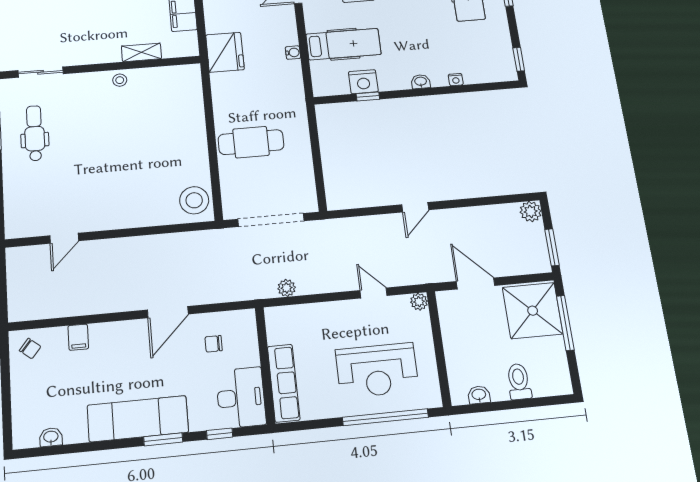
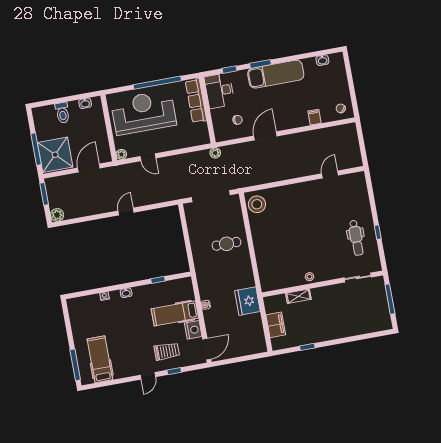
window: (519, 59) -> (66, 313), removed
nightstand: (363, 82) -> (193, 330), moved, turned 90
cafe table: (251, 142) -> (227, 244), width x0.73, depth x0.74
door: (475, 284) -> (89, 168), swing flipped
plant: (287, 288) -> (215, 153), moved
reception desk: (377, 370) -> (144, 112), width x1.36, depth x1.30
window: (385, 417) -> (157, 83), moved

